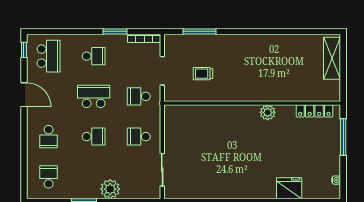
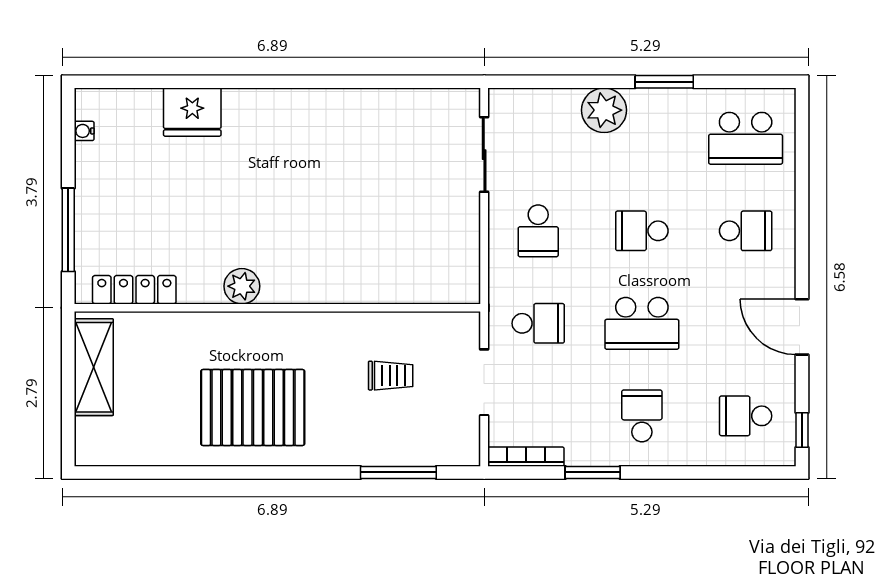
school desk: (49, 56) -> (746, 416), width x0.54
school desk: (94, 56) -> (642, 416), turned 90
shelving: (332, 58) -> (94, 367), moved
pallet: (263, 60) -> (253, 407), added
school desk: (49, 137) -> (746, 231), turned 90
school desk: (139, 137) -> (538, 231), turned 90
school desk: (49, 177) -> (746, 138), width x1.85

